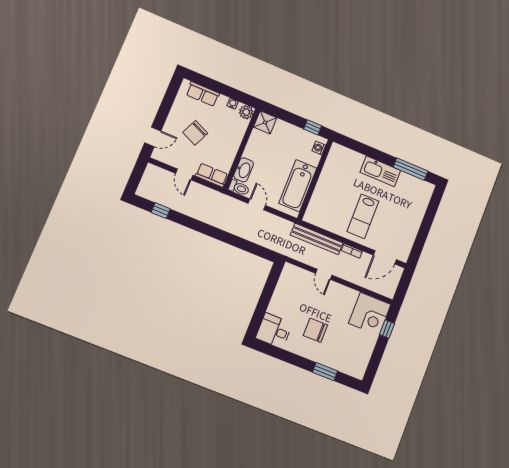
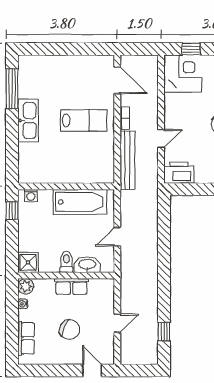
row of seats: (212, 175) -> (72, 286), moved, turned -90
toilet: (239, 188) -> (66, 262), moved
printer: (289, 278) -> (179, 173), added

